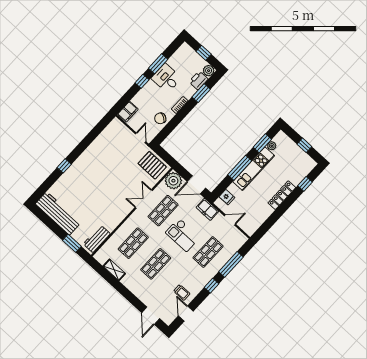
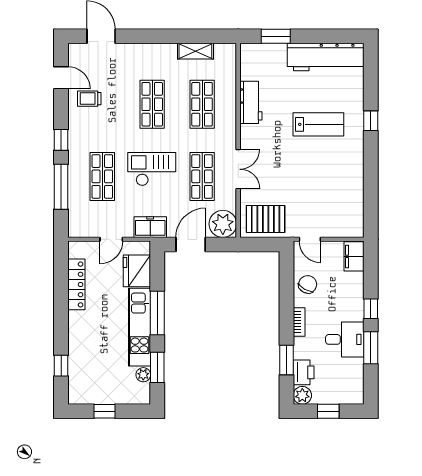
lab bench: (89, 186) -> (318, 124), added
locker: (282, 195) -> (76, 284), moved
fridge: (227, 197) -> (137, 271), width x1.88, depth x1.34
workbench: (97, 239) -> (251, 102), moved

